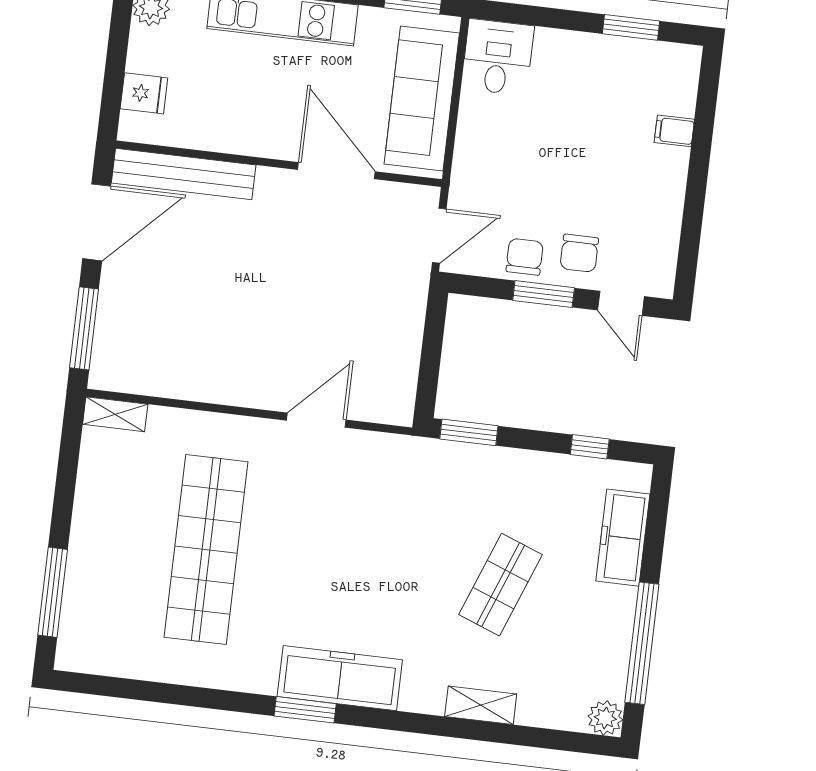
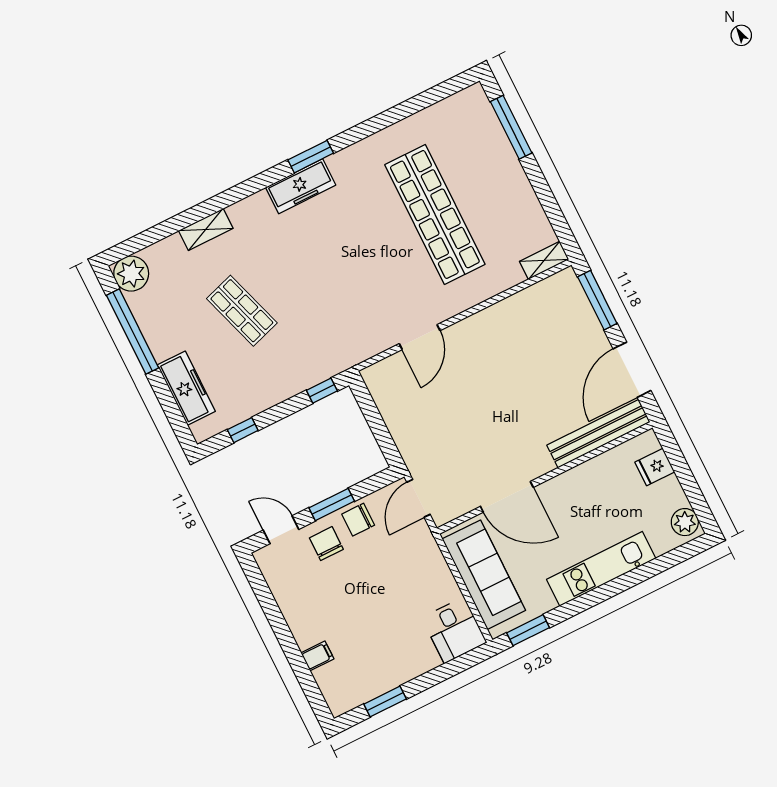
chair: (525, 257) -> (358, 520), turned 90
window: (469, 432) -> (322, 391), width x0.67
shop shelf: (501, 585) -> (242, 311), turned -39
freezer: (340, 678) -> (301, 186), width x0.73, depth x0.79
plant: (605, 718) -> (131, 274), width x1.36, depth x1.36

